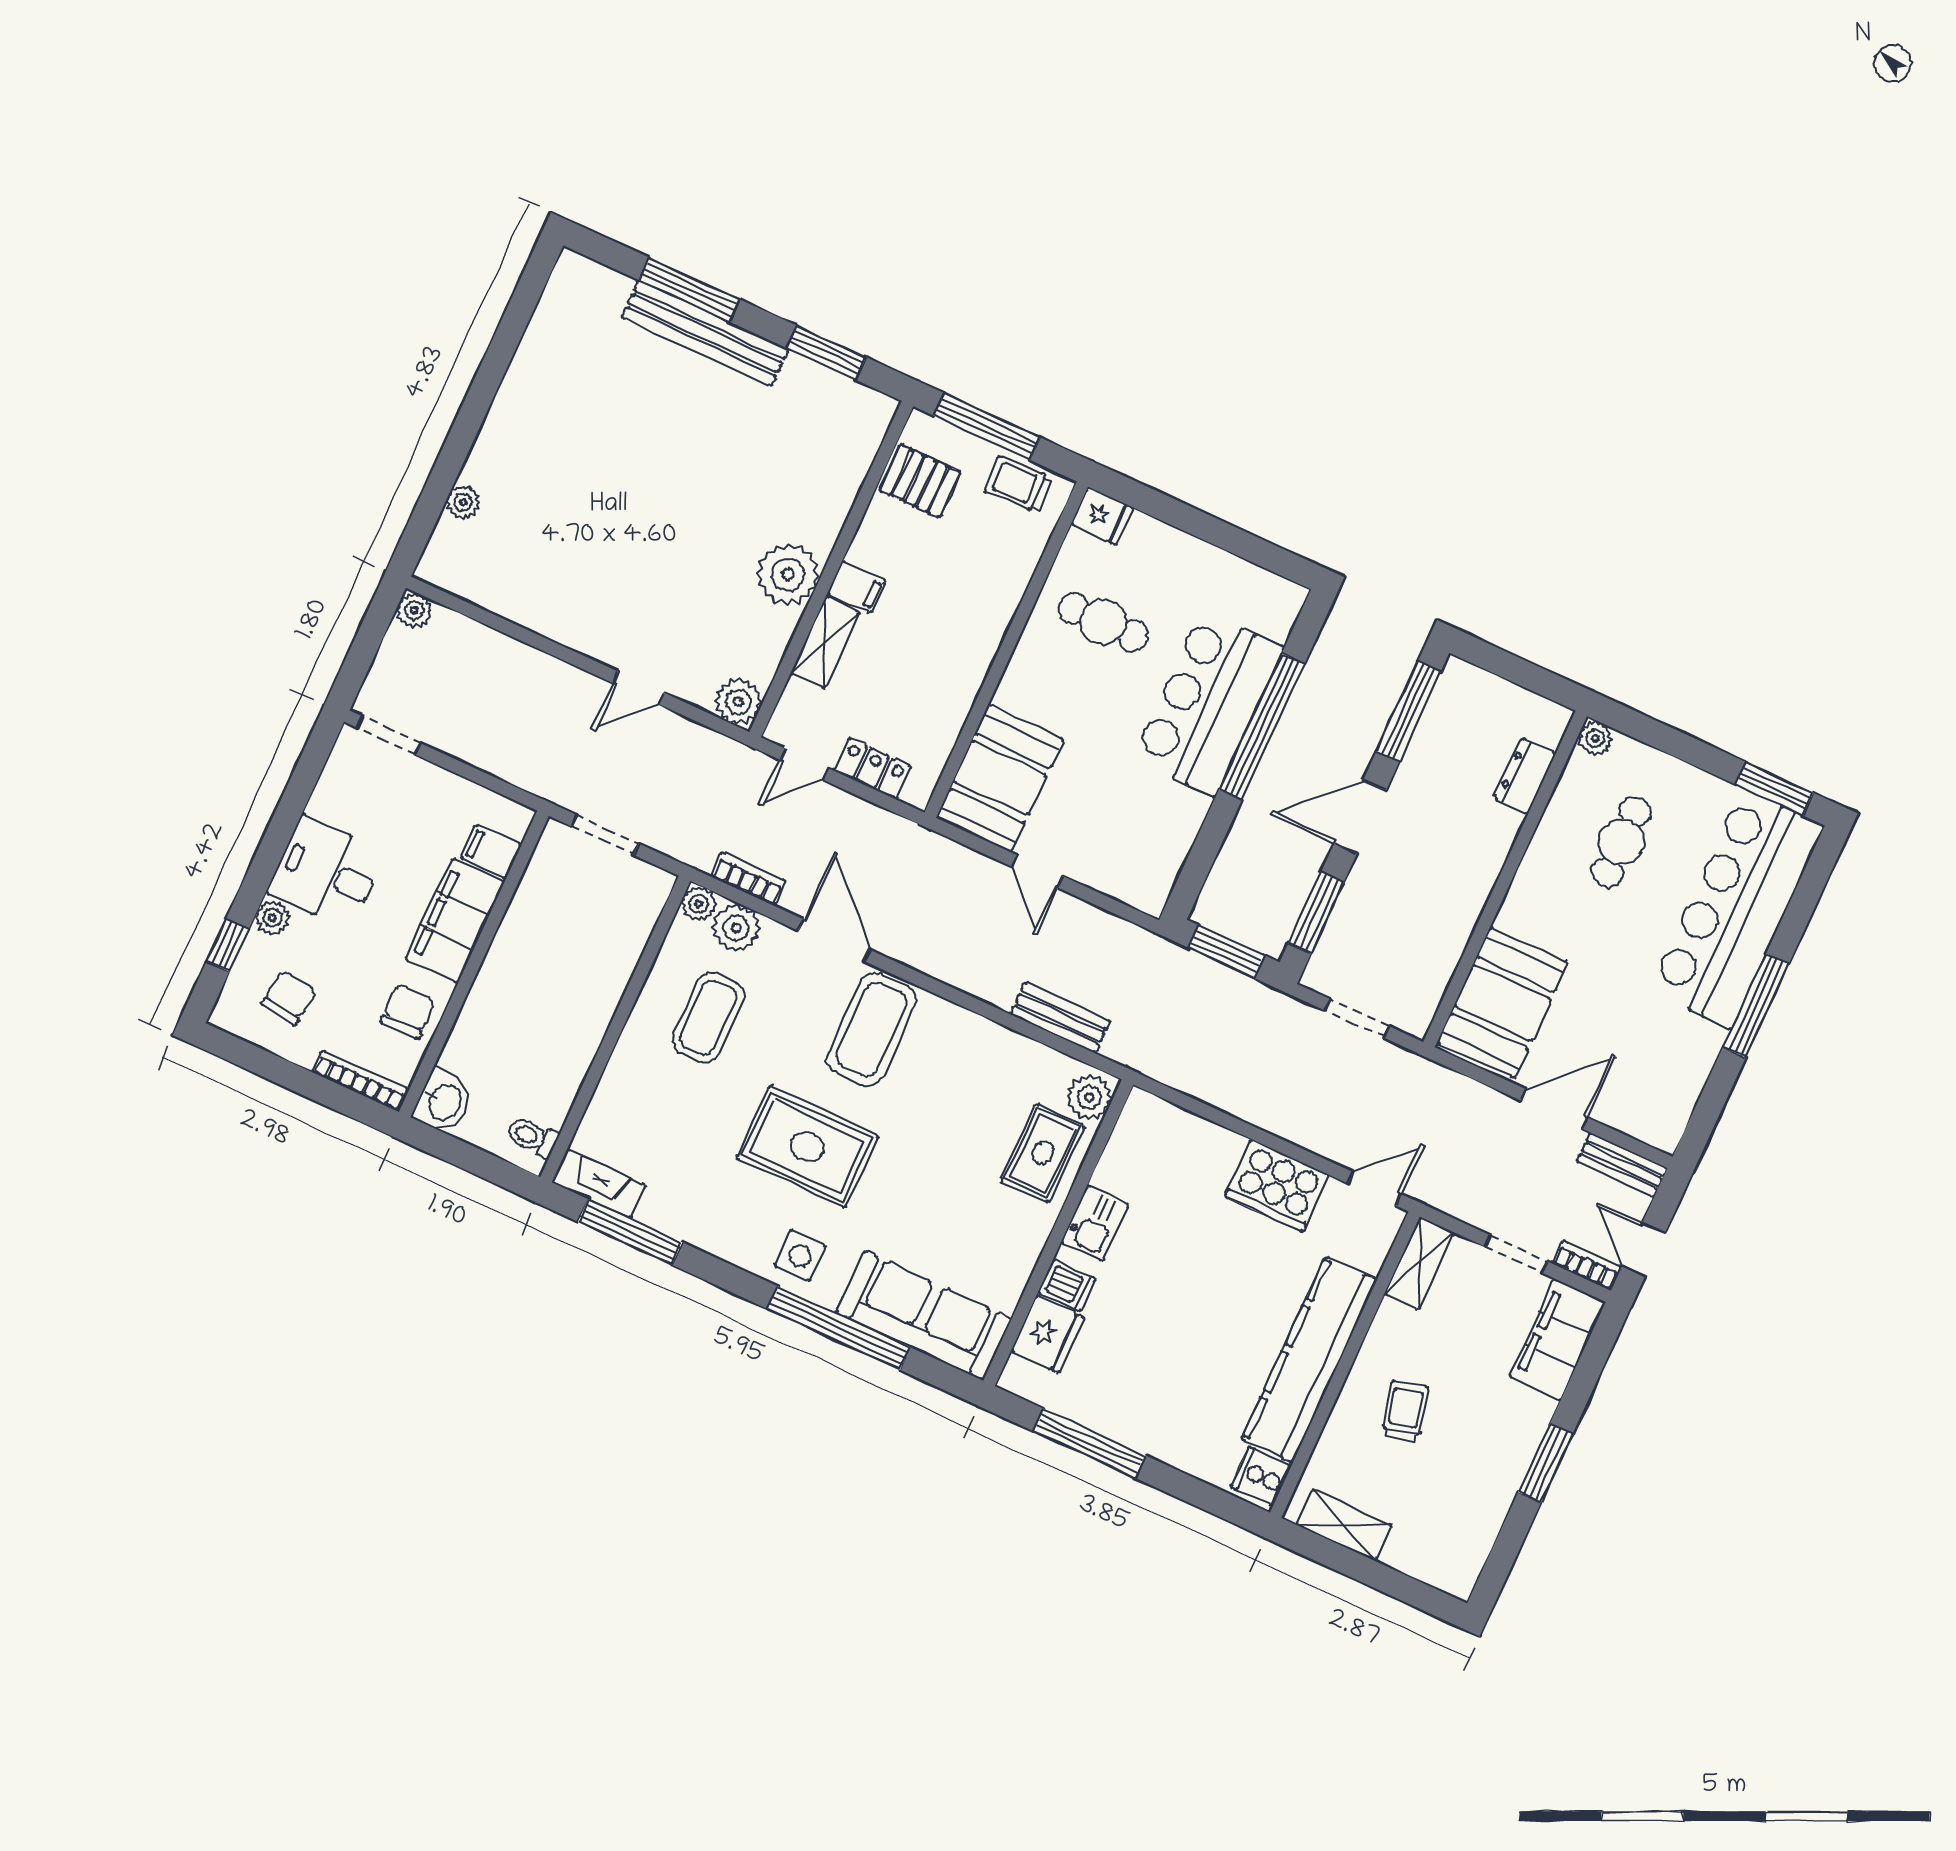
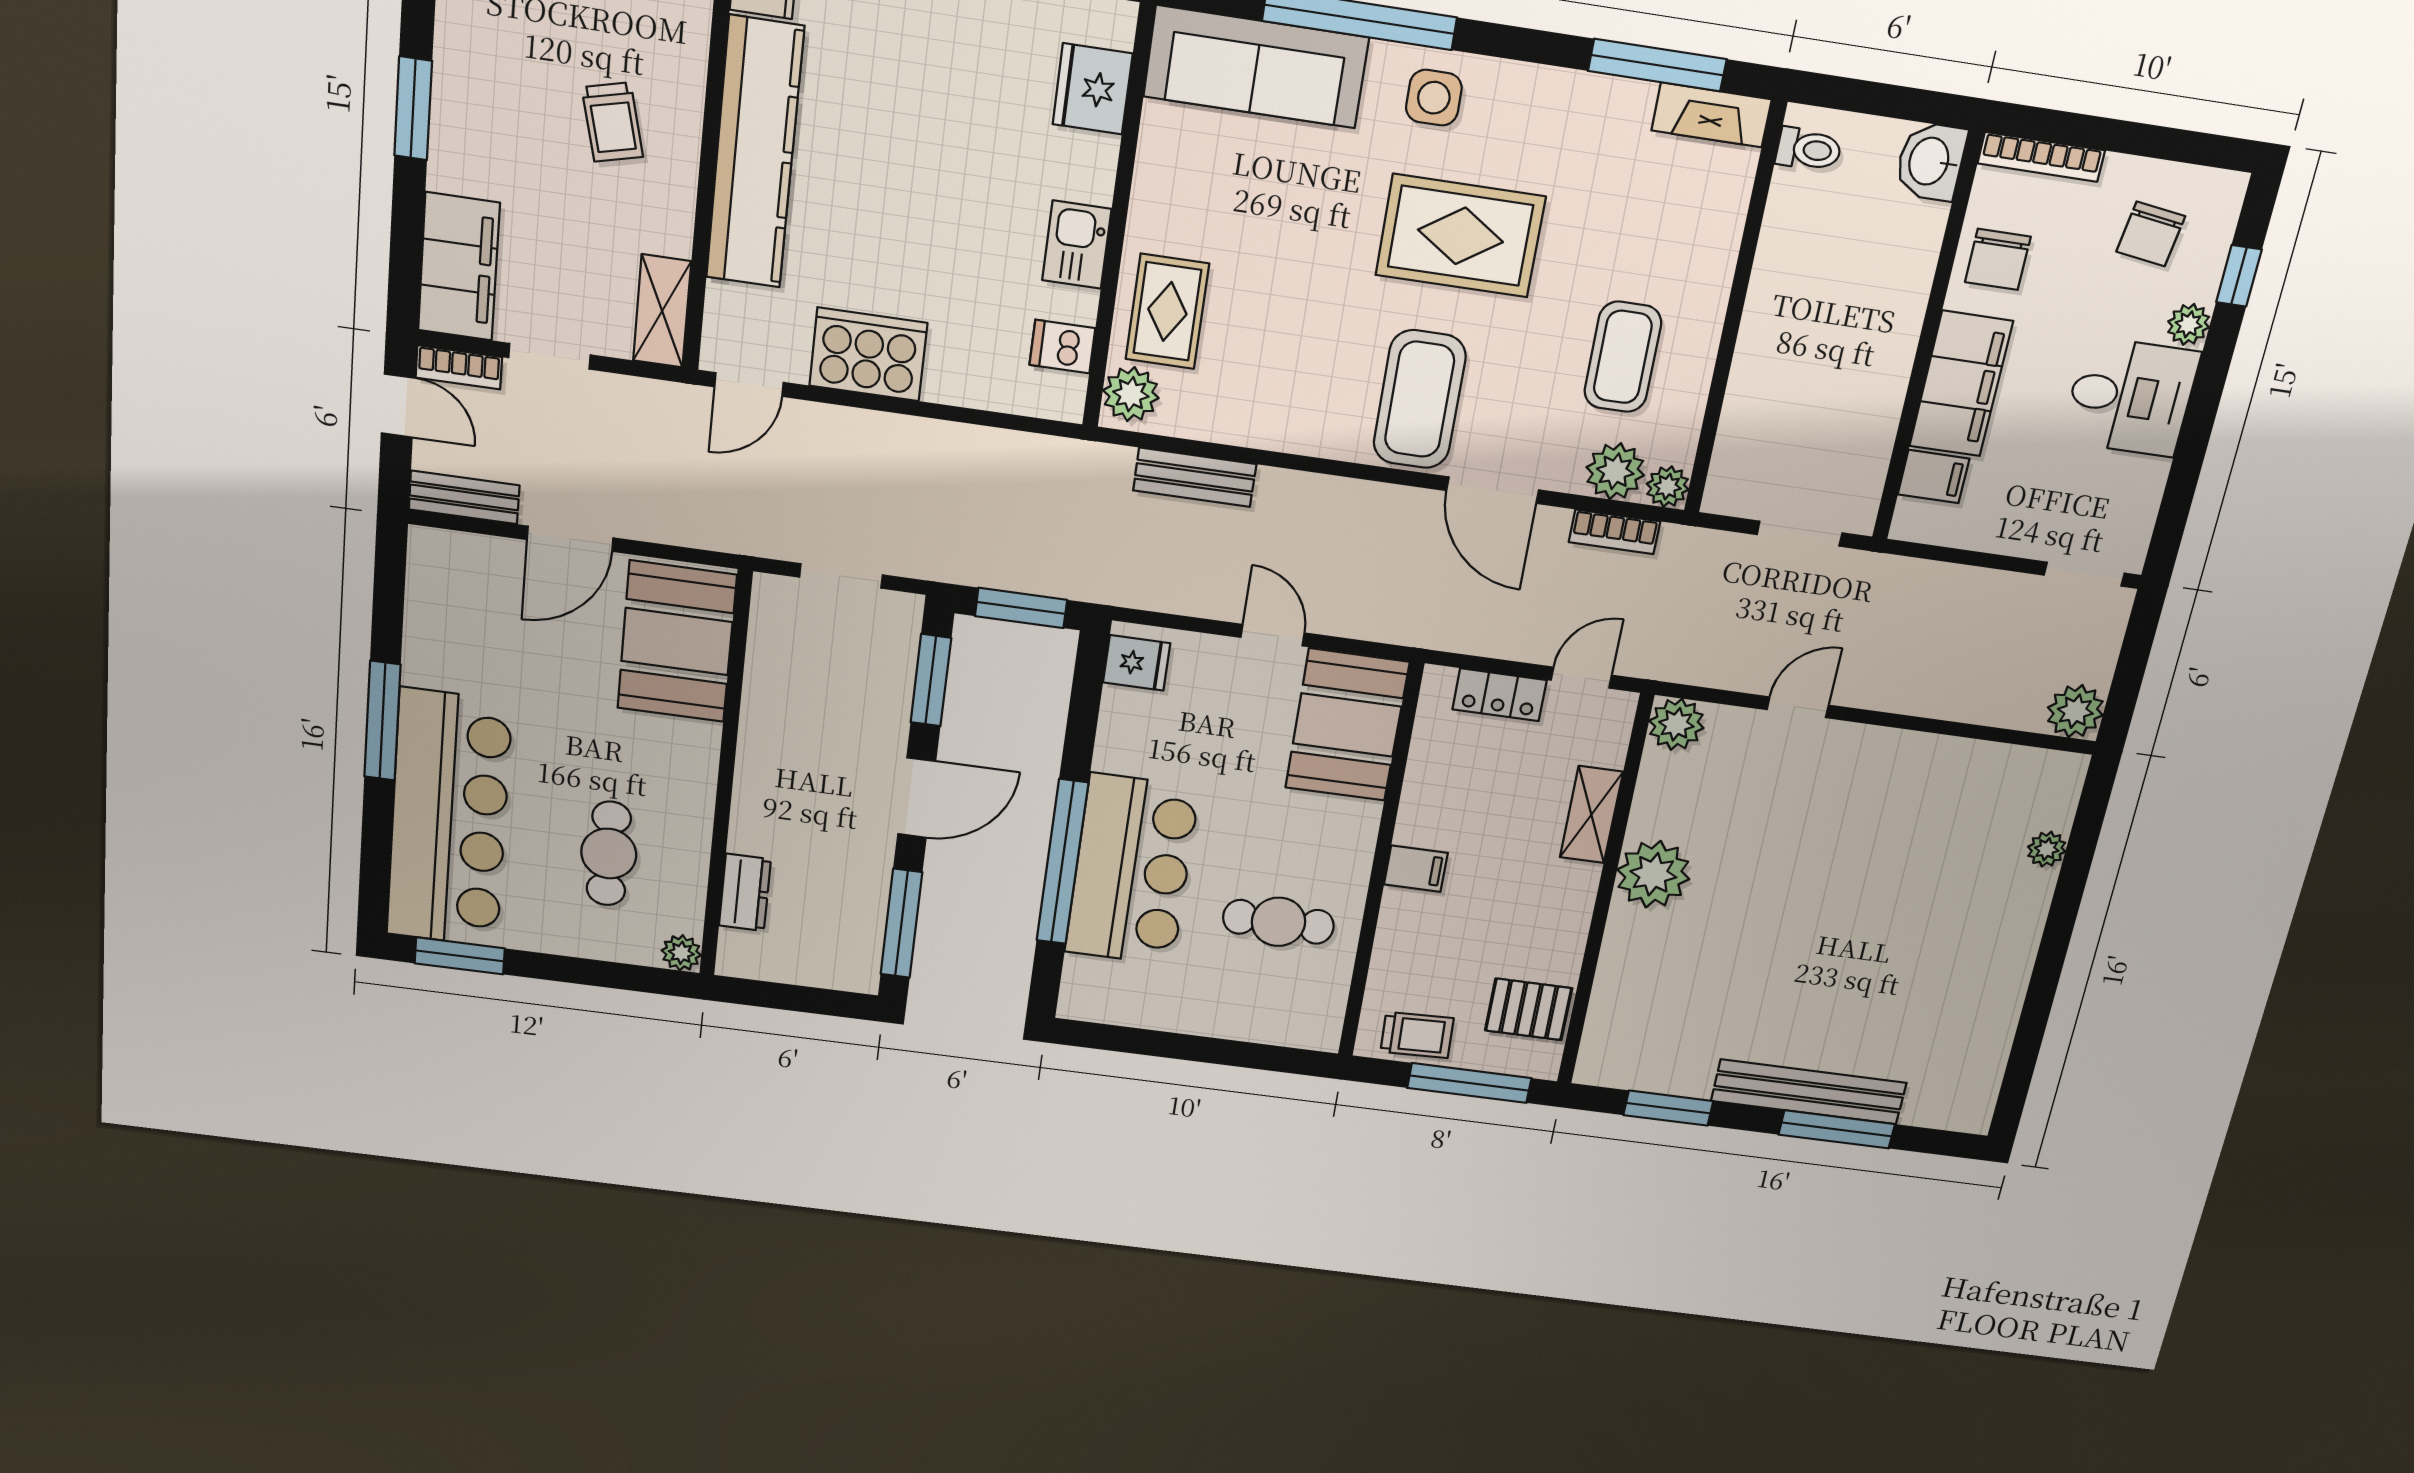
fridge: (1102, 516) -> (1137, 663), moved, turned 180
filing cabinet: (857, 587) -> (1416, 869), moved, turned 180
plant: (414, 610) -> (2075, 711), width x1.38, depth x1.38
dishwasher: (1067, 1285) -> (1062, 347), moved

